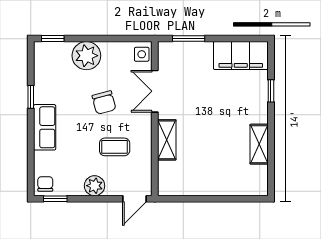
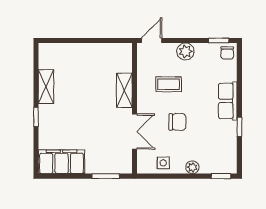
side table: (142, 54) -> (163, 163), moved
plant: (86, 56) -> (192, 167), width x0.53, depth x0.53
window: (271, 91) -> (36, 117), moved
chair: (104, 103) -> (177, 122), turned 105

